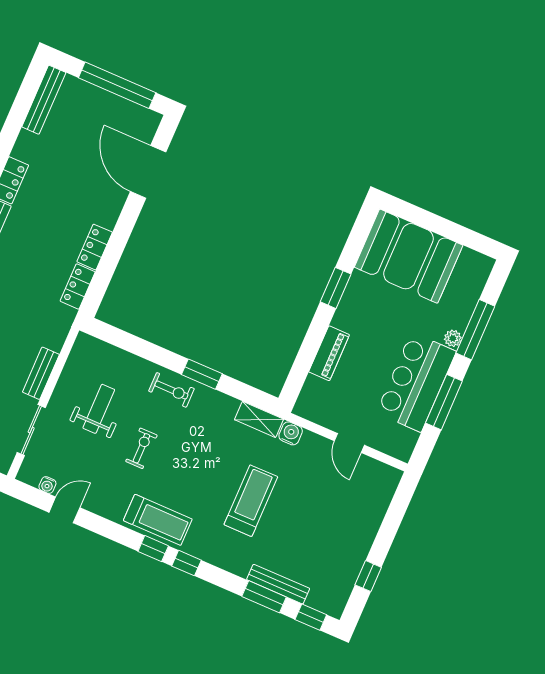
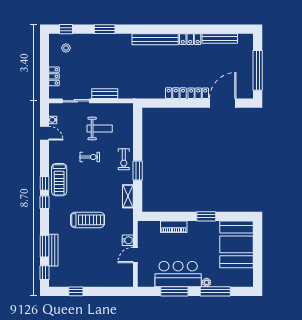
bench: (44, 100) -> (220, 38), moved
locker: (78, 287) -> (198, 93), moved
shelving: (259, 419) -> (128, 196), moved
water cooler: (291, 433) -> (128, 240), moved

